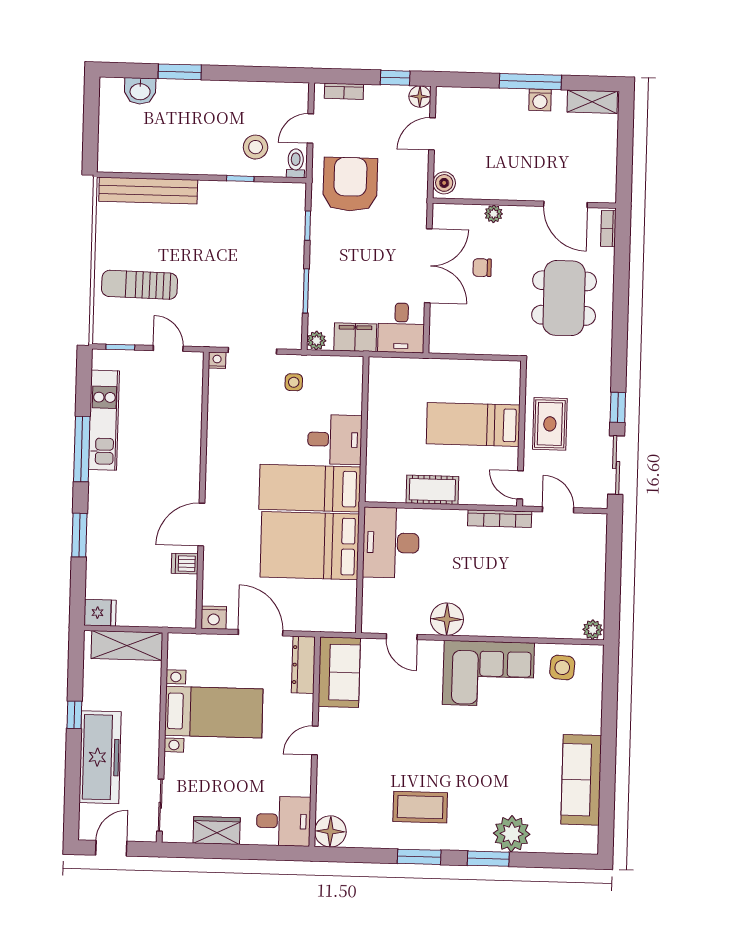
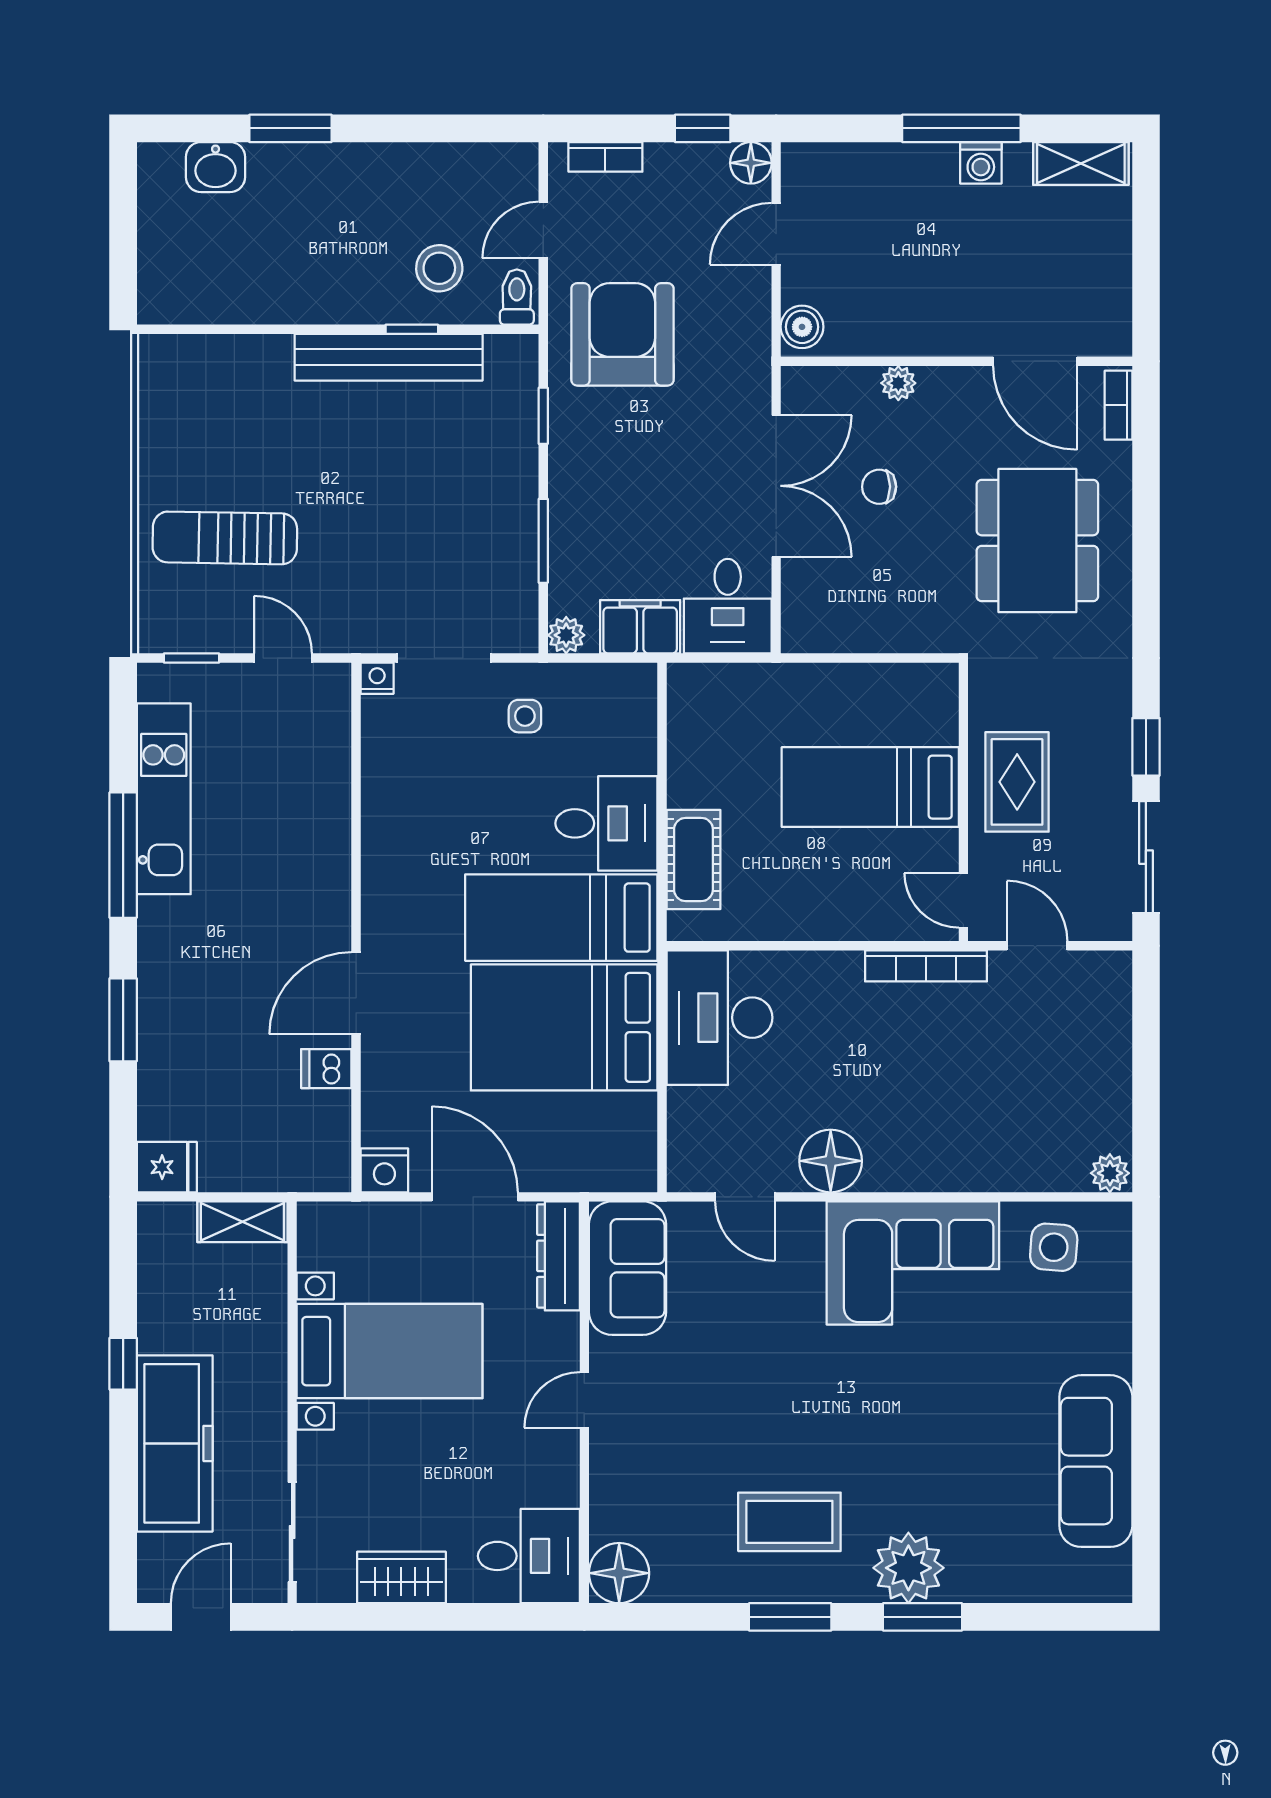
bench: (148, 191) -> (389, 357), moved
cot: (432, 490) -> (693, 859), moved, turned 90
shelving: (127, 646) -> (242, 1222), width x0.67, depth x0.75
plant: (512, 834) -> (908, 1568), moved

